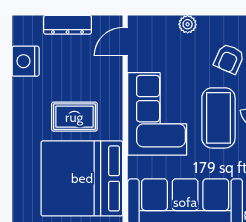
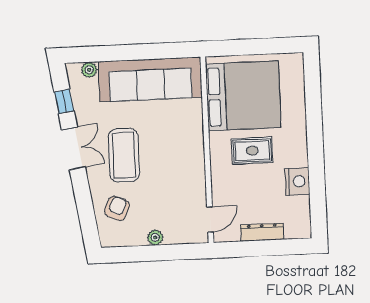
nightstand: (26, 61) -> (297, 181), moved
corner sofa: (157, 114) -> (179, 156), removed

